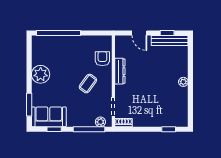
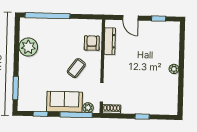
bench: (170, 41) -> (161, 26), removed
dresser: (120, 71) -> (110, 41), moved
plant: (41, 74) -> (28, 47), moved
sofa: (49, 117) -> (64, 102), moved
window: (169, 129) -> (142, 117), moved

